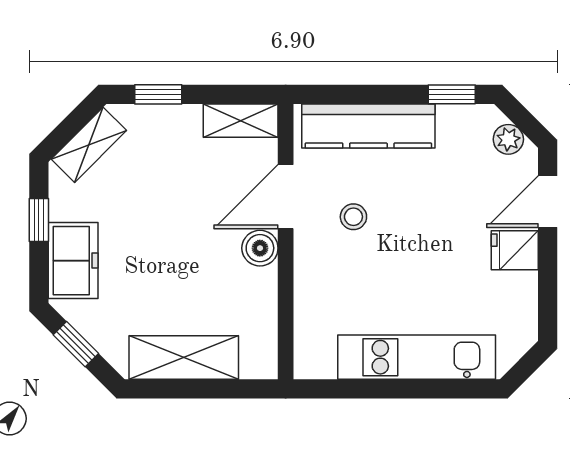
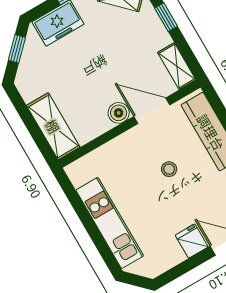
stool: (353, 217) -> (169, 169), moved
shelving: (184, 357) -> (53, 126), moved

